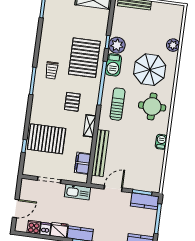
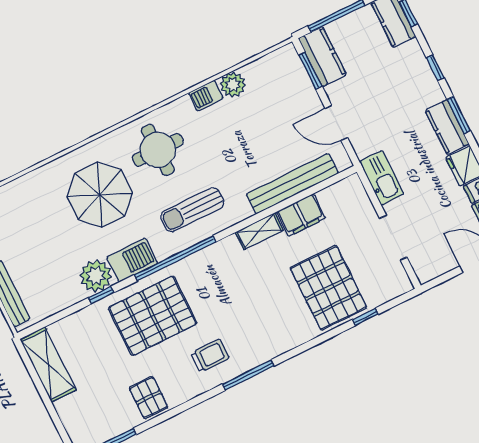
plant: (173, 45) -> (233, 85), moved
pallet: (72, 102) -> (148, 398), moved, turned 90
filing cabinet: (83, 163) -> (301, 215), moved

